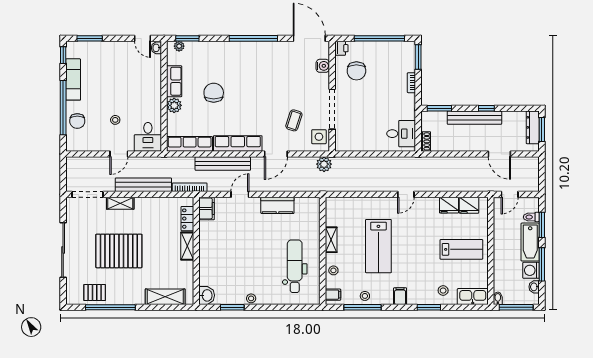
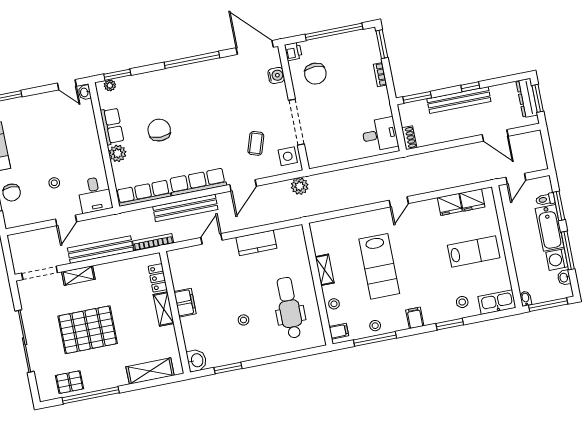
filing cabinet: (207, 208) -> (185, 303), moved
stool: (251, 298) -> (243, 320), moved

